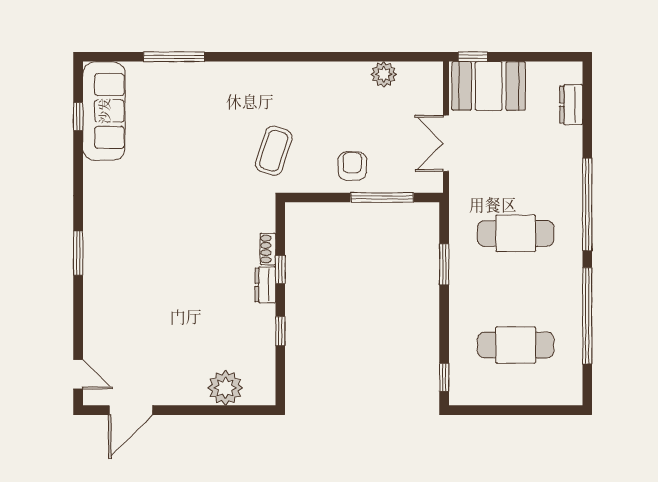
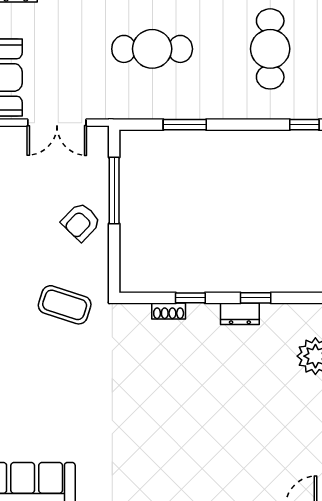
armchair: (352, 166) -> (81, 222), turned -46
cafe table: (516, 233) -> (152, 49), turned 90
dresser: (265, 285) -> (240, 314), moved

